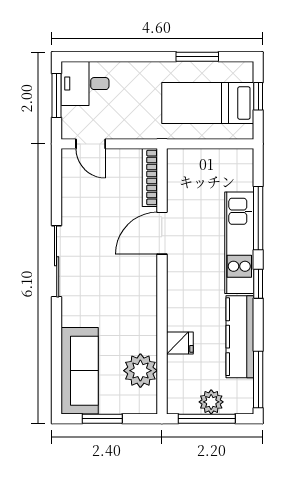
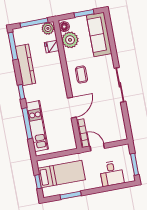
desk: (85, 84) -> (112, 174), moved, turned 90
door: (91, 144) -> (97, 147), moved
kitchen unit: (239, 243) -> (37, 126), moved
coffee table: (130, 296) -> (81, 75), added
fridge: (180, 343) -> (52, 47), moved
floor lamp: (147, 400) -> (64, 27), added
plant: (211, 402) -> (48, 28), moved

